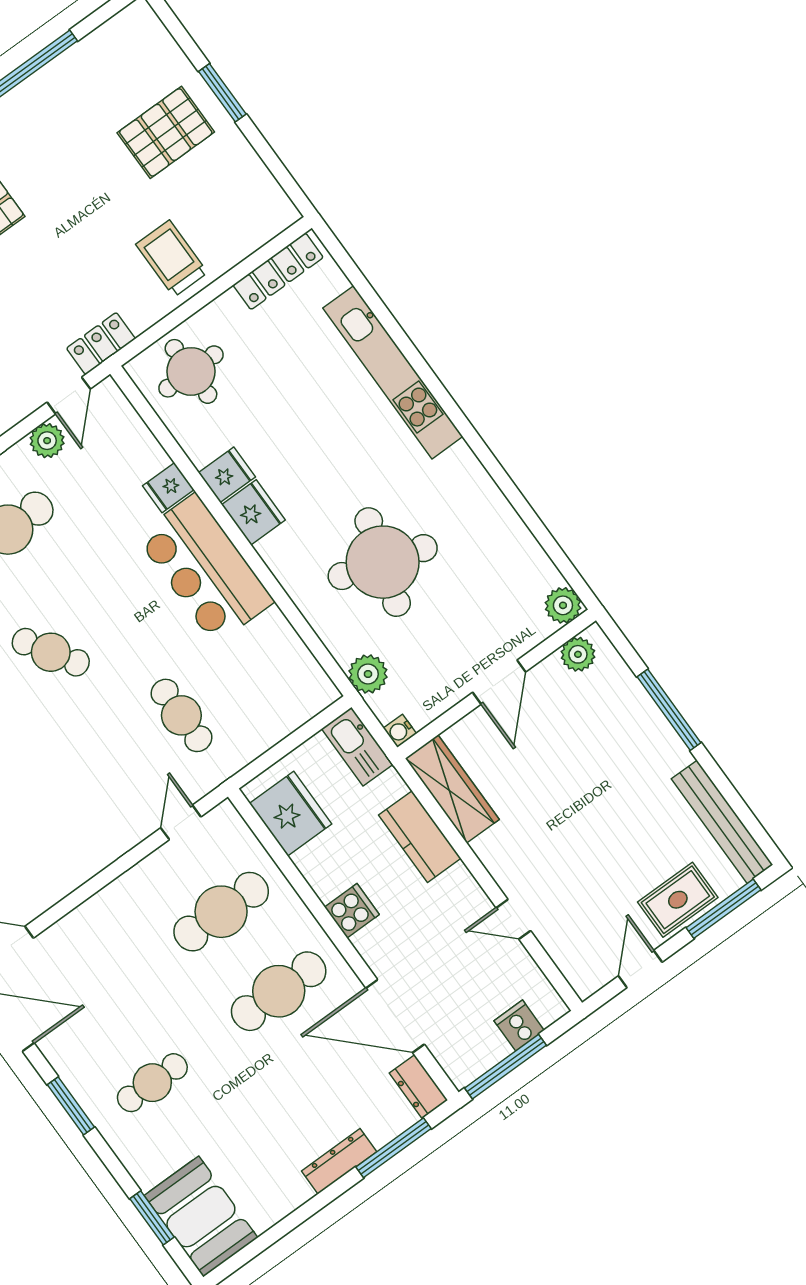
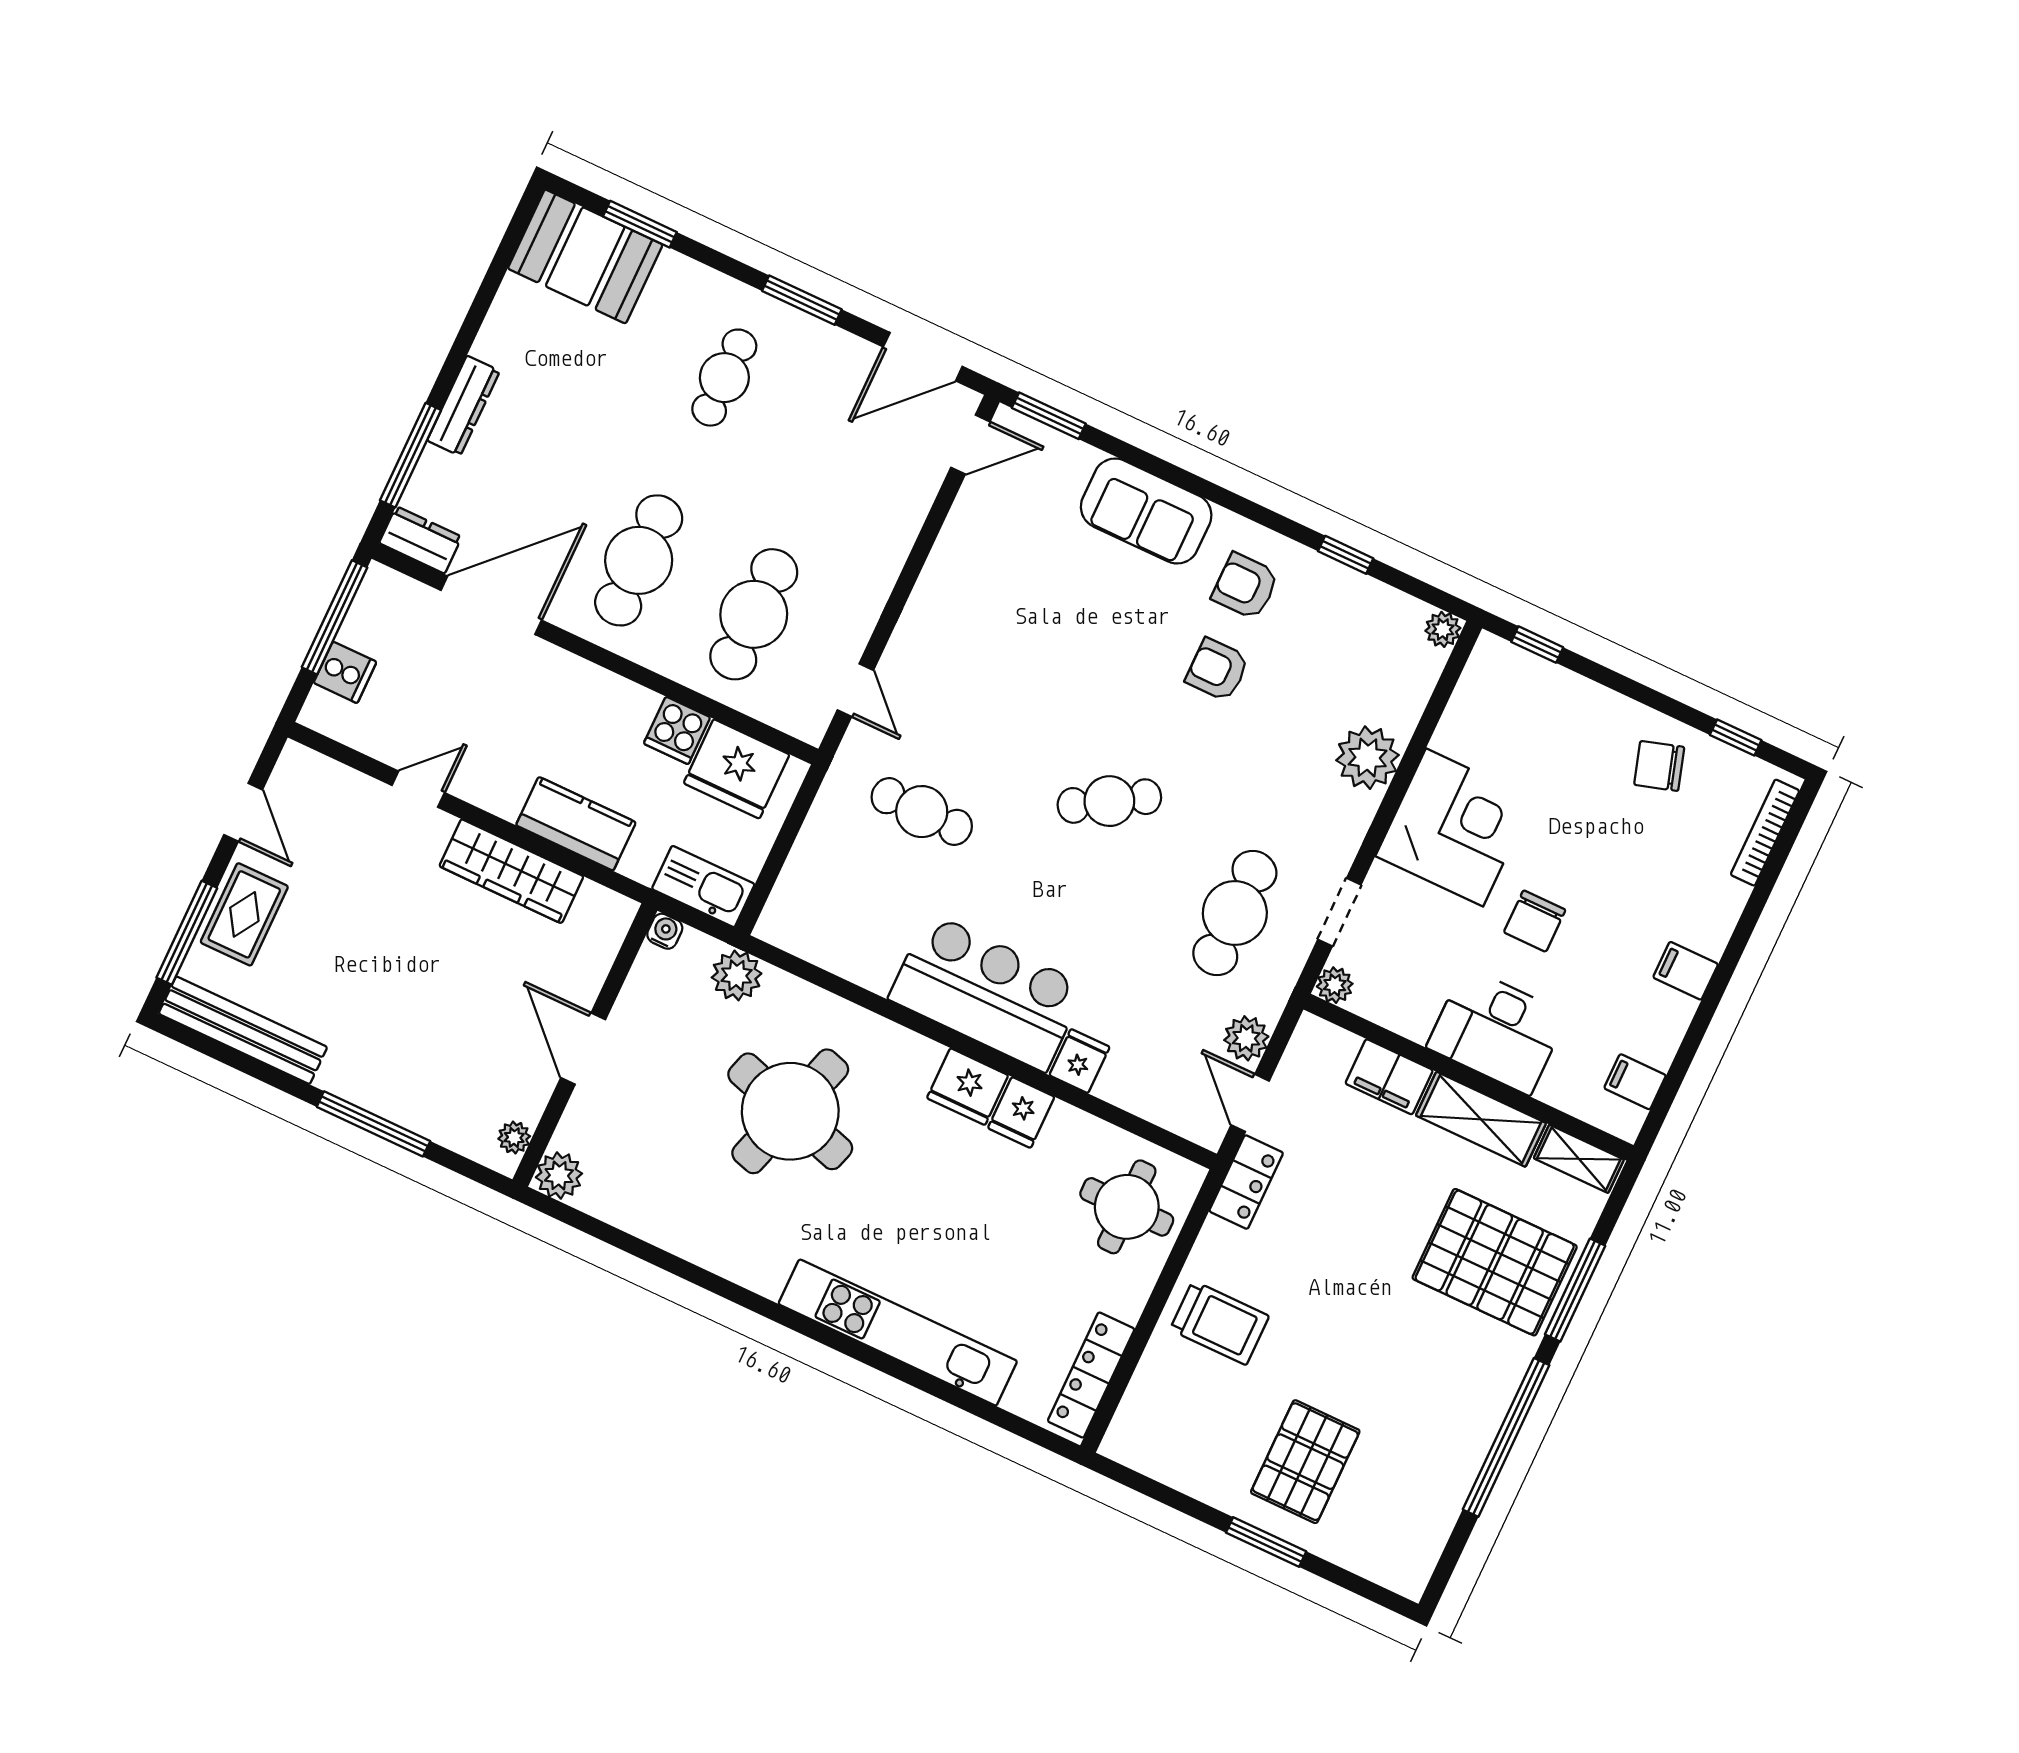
plant: (578, 654) -> (514, 1137), width x0.73, depth x0.73
wardrobe: (452, 789) -> (511, 871), moved
cooker: (352, 911) -> (677, 730), moved

